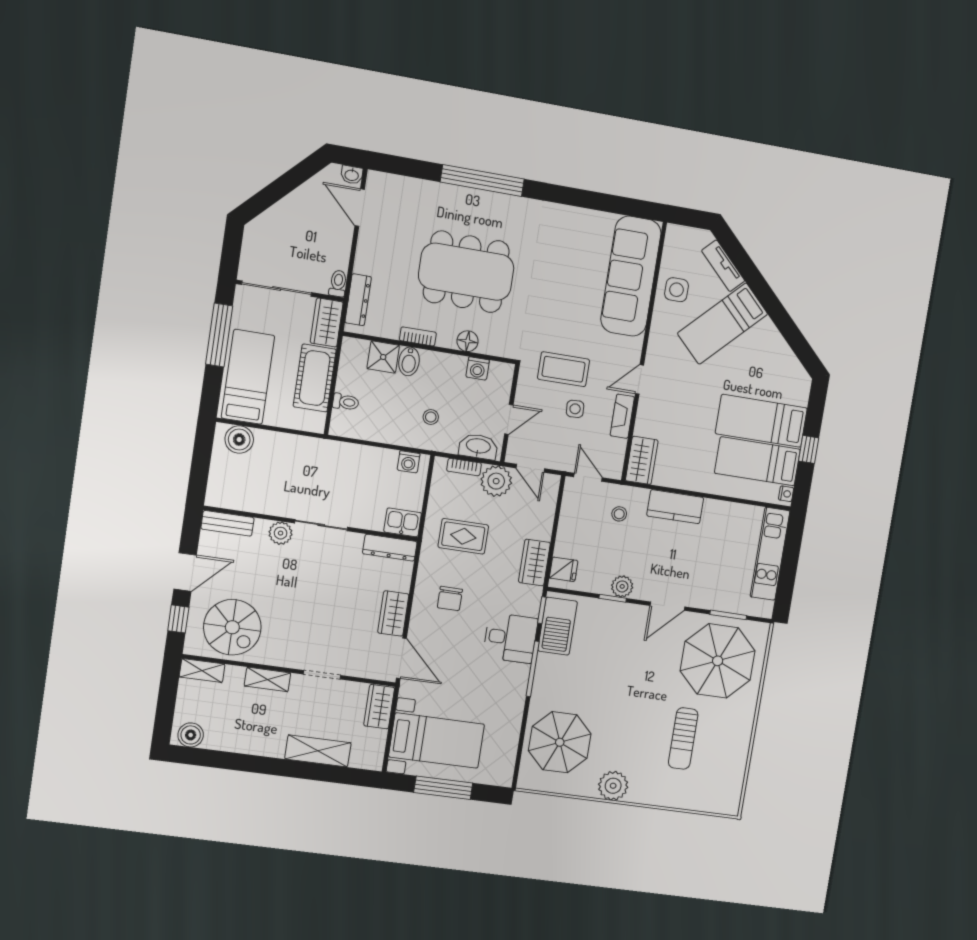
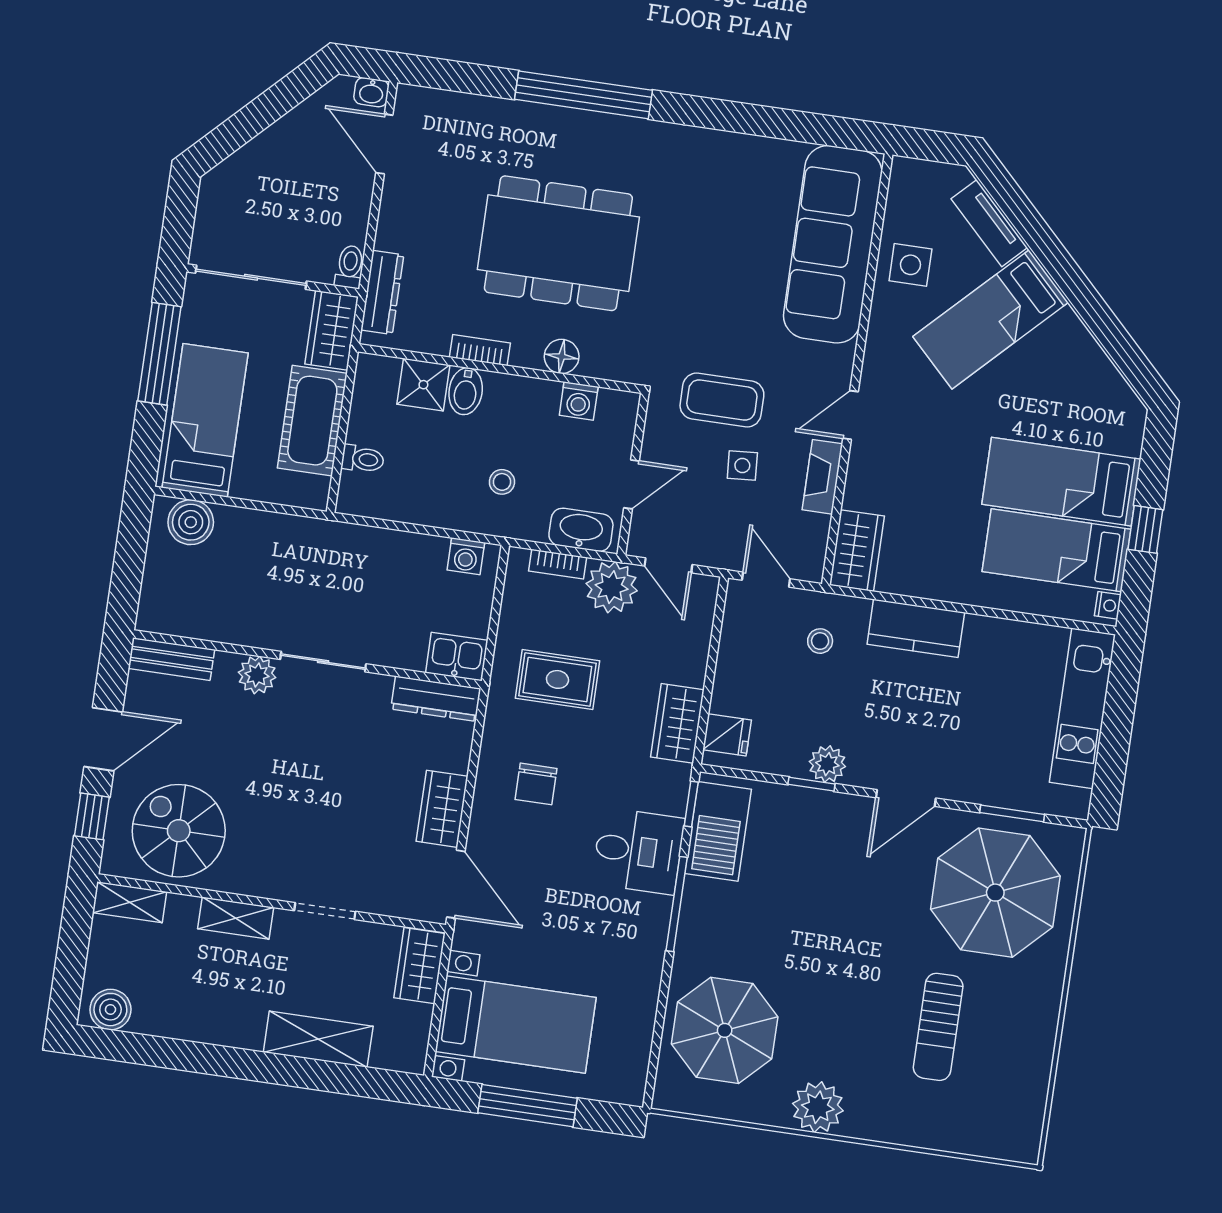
spiral stairs: (232, 627) -> (179, 831), turned 180

